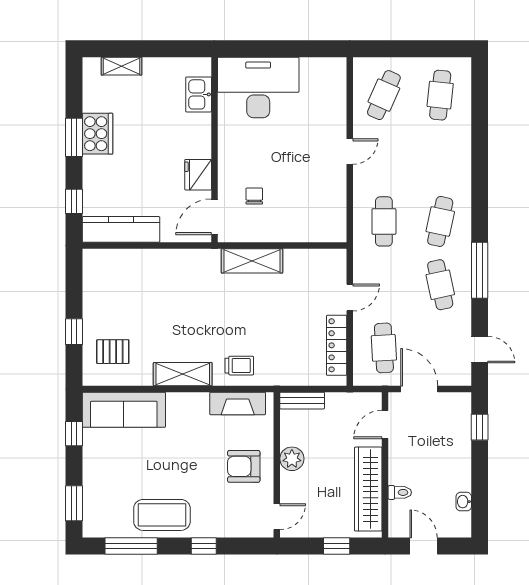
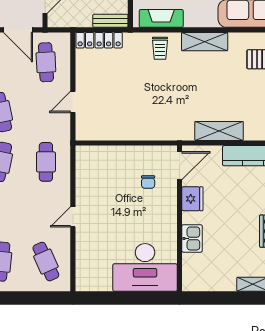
kitchen sink: (199, 94) -> (192, 238), moved
cafe table: (384, 95) -> (46, 262), turned -48
shelving: (252, 261) -> (219, 131), moved
locker: (337, 345) -> (99, 40), moved, turned 90
trolley: (239, 366) -> (160, 48), turned -90

